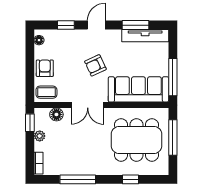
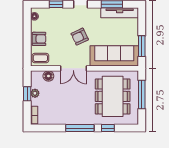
armchair: (45, 68) -> (39, 39), turned 90
window: (173, 77) -> (142, 46), width x0.69
window: (30, 123) -> (27, 94), moved
dining table: (136, 140) -> (113, 96), turned 90
window: (78, 179) -> (80, 128), moved

